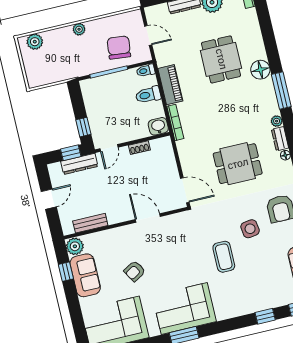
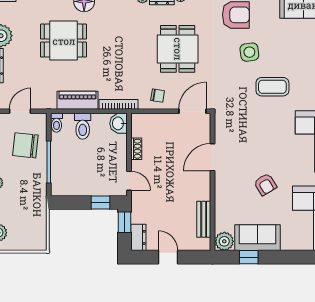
chair: (192, 156) -> (158, 96), added
dresser: (79, 164) -> (138, 237), moved, width x0.70

